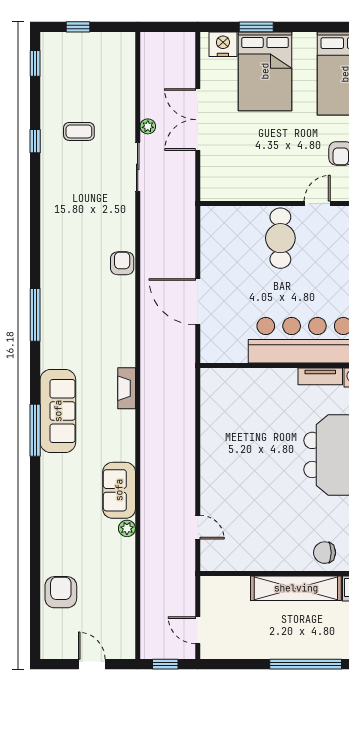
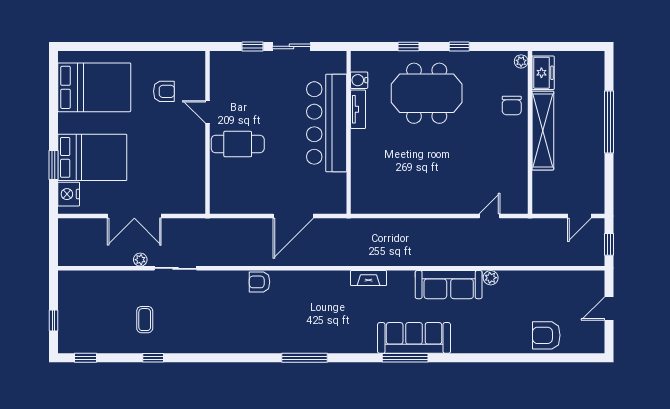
sofa: (58, 411) -> (414, 338), moved
sofa: (119, 490) -> (449, 285), width x1.36

